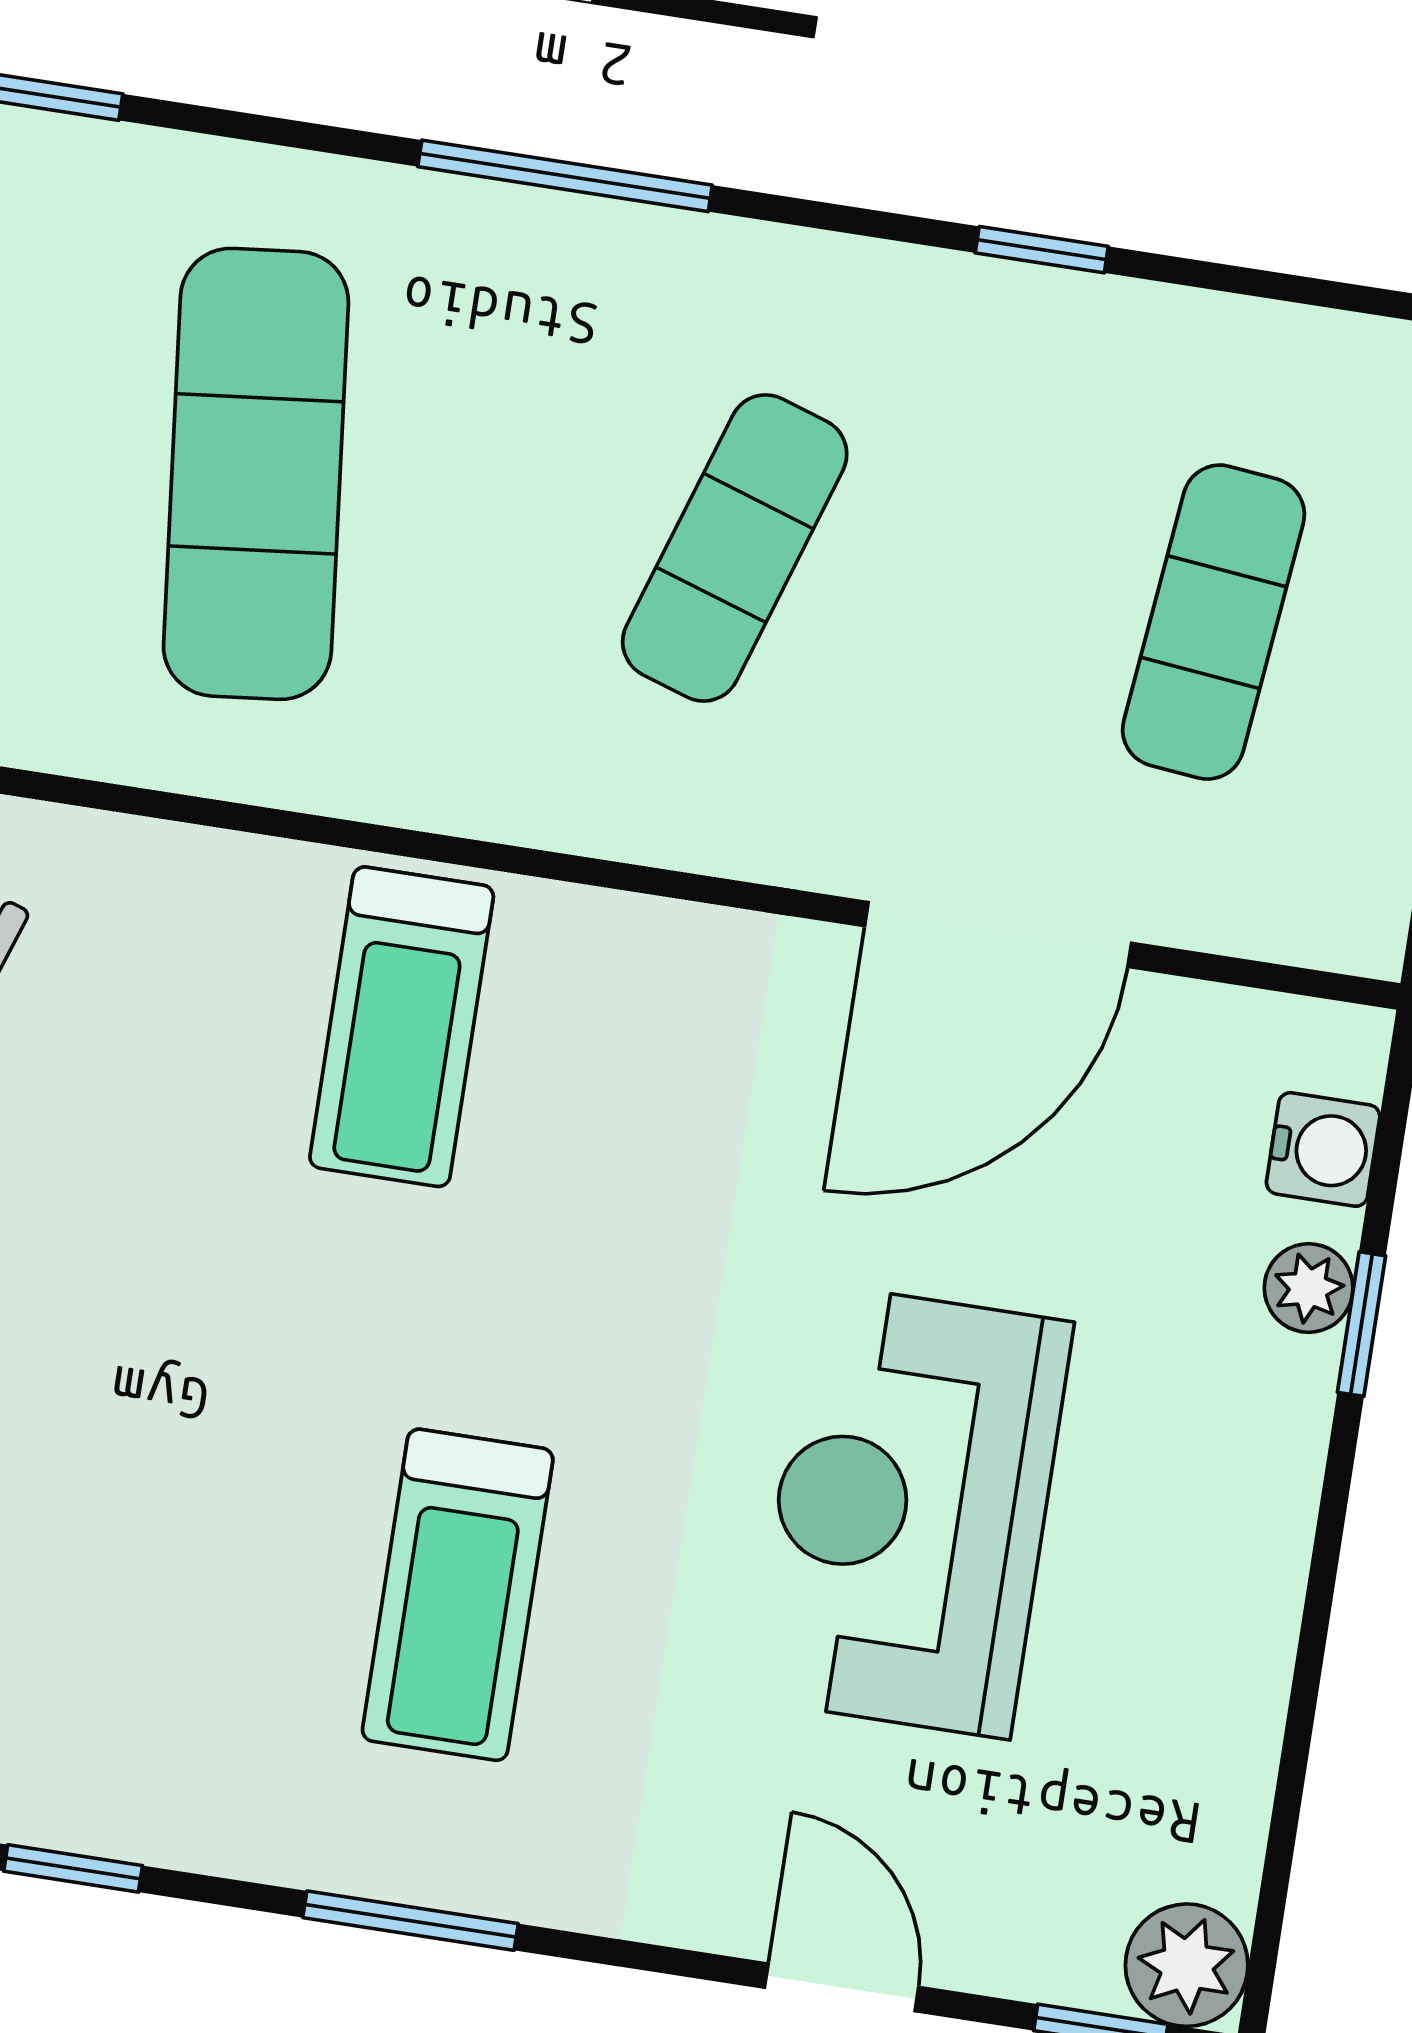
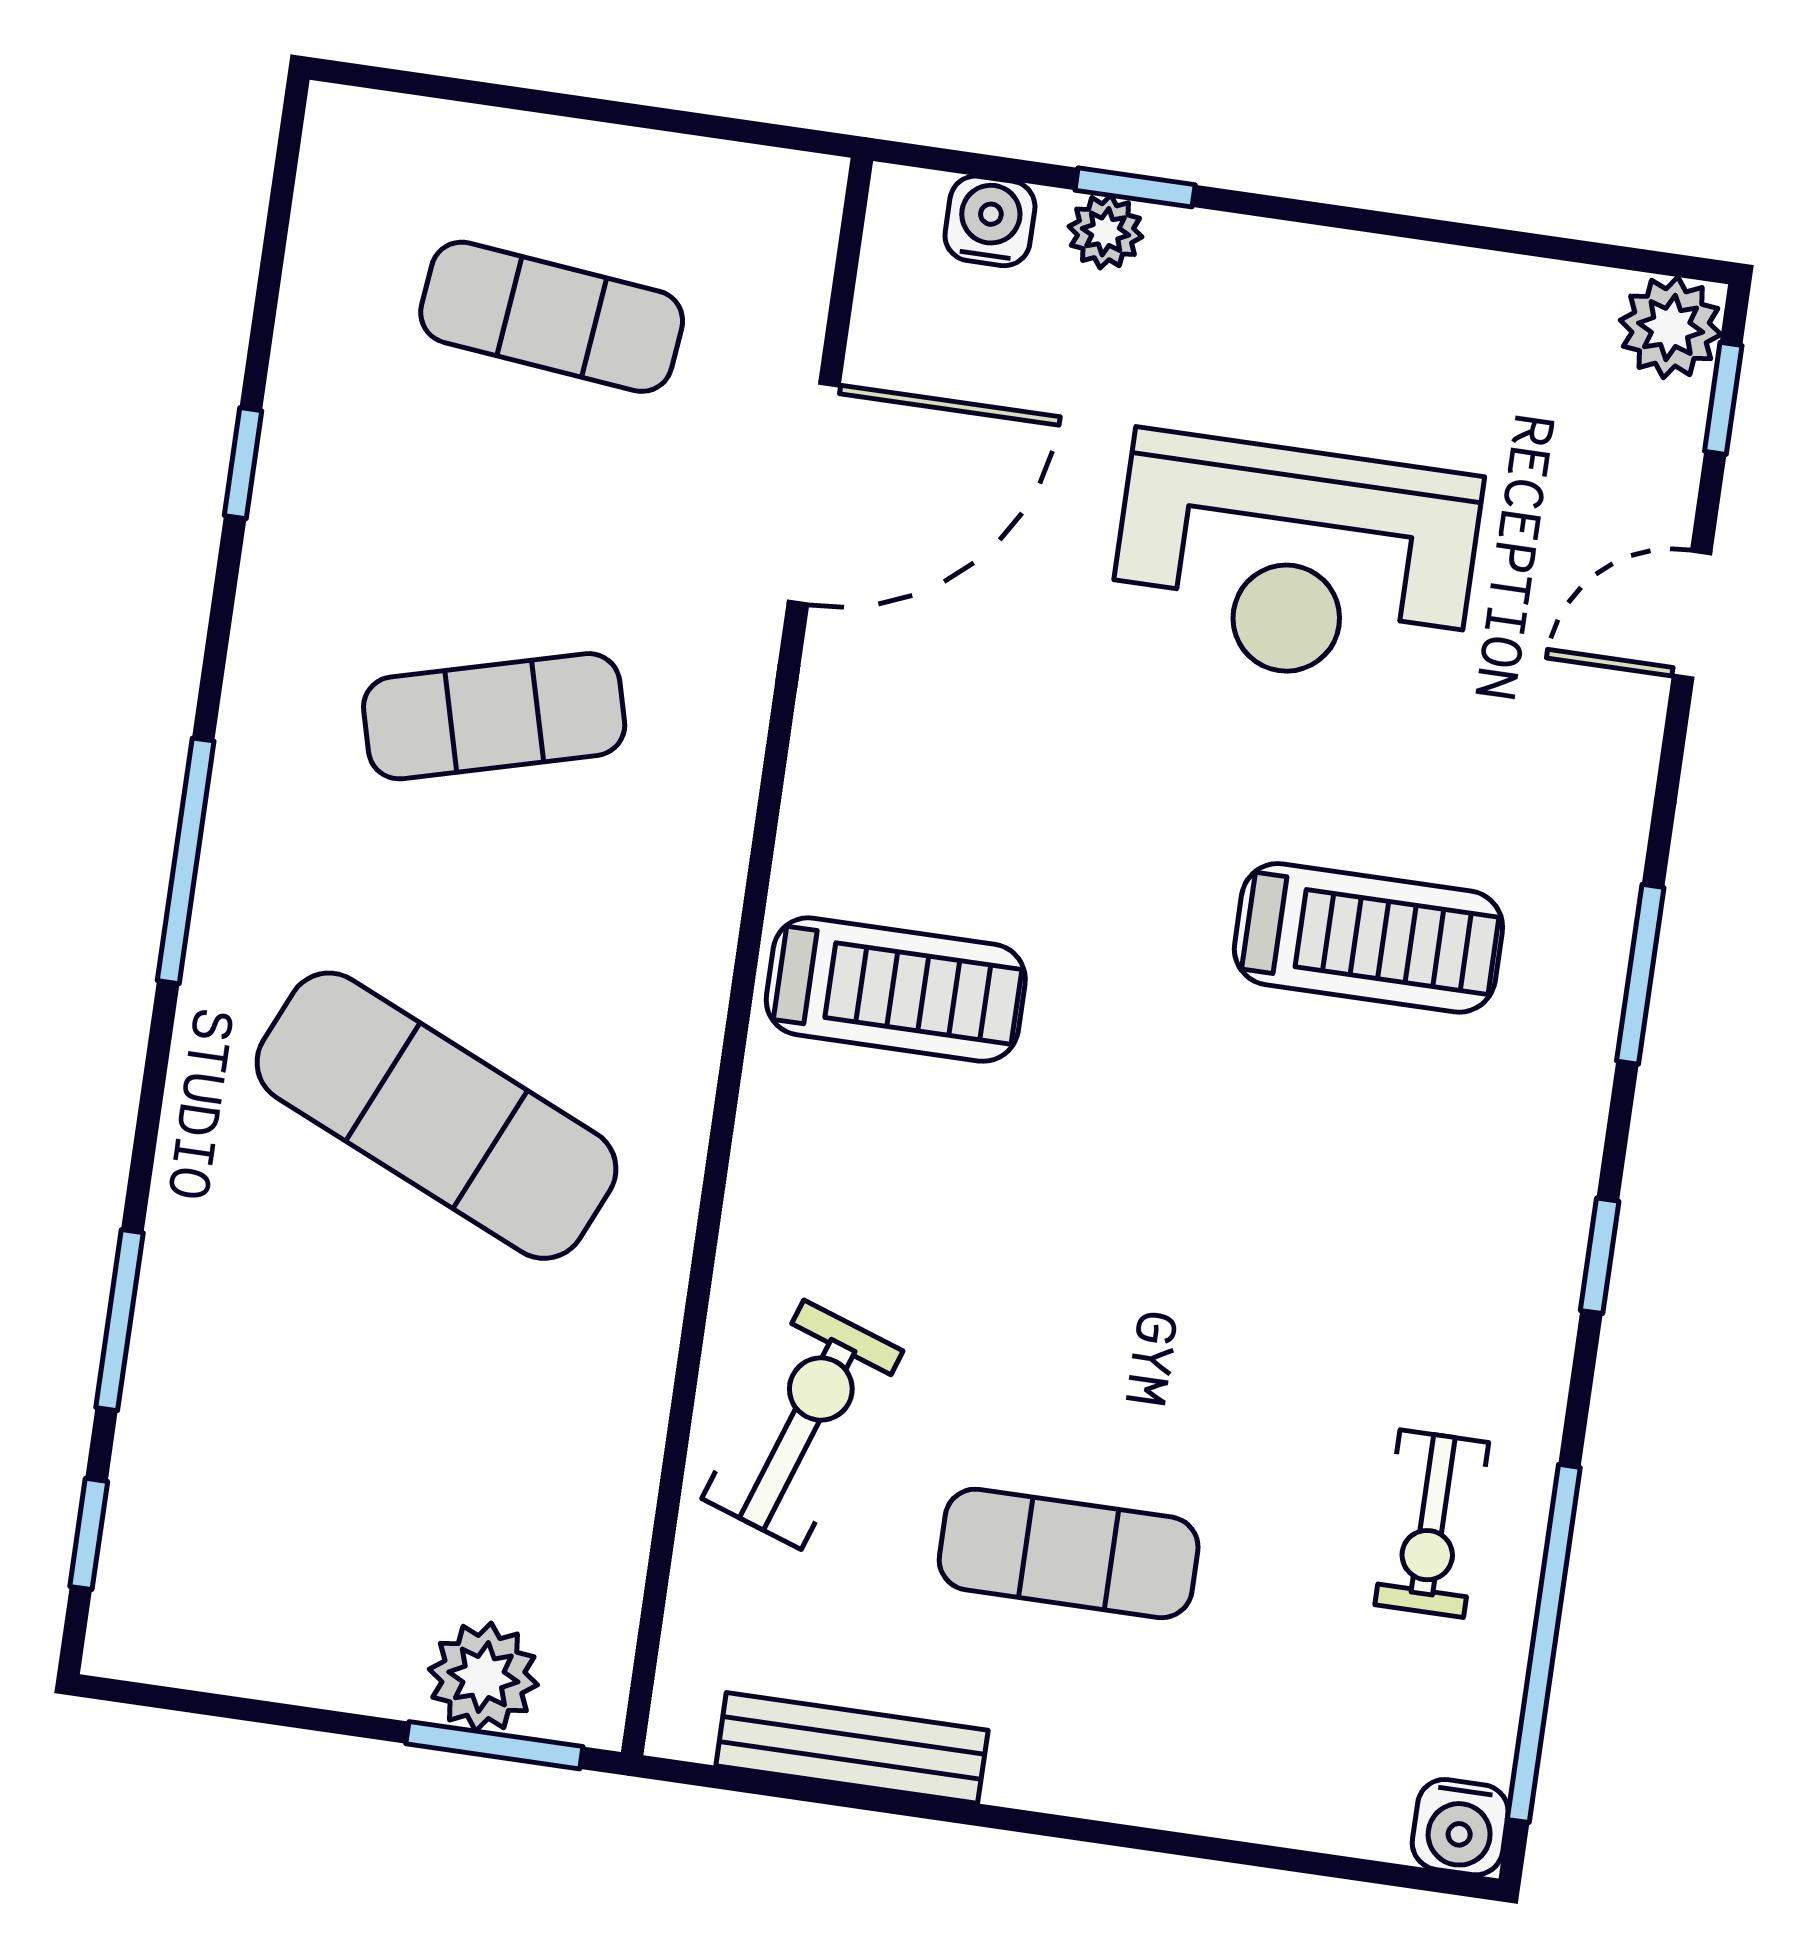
exercise mat: (256, 474) -> (437, 1116), turned 30
exercise mat: (735, 548) -> (494, 716), turned -33
door: (998, 935) -> (814, 494), hinge flipped

